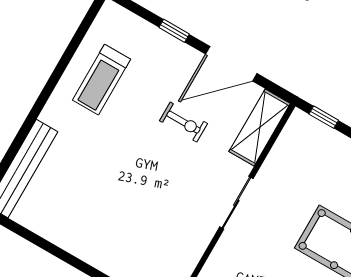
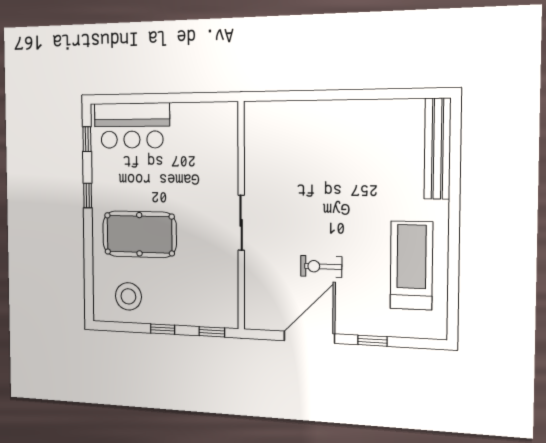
treadmill: (102, 80) -> (411, 265), width x1.37, depth x1.38
shelving: (260, 128) -> (257, 296), removed

